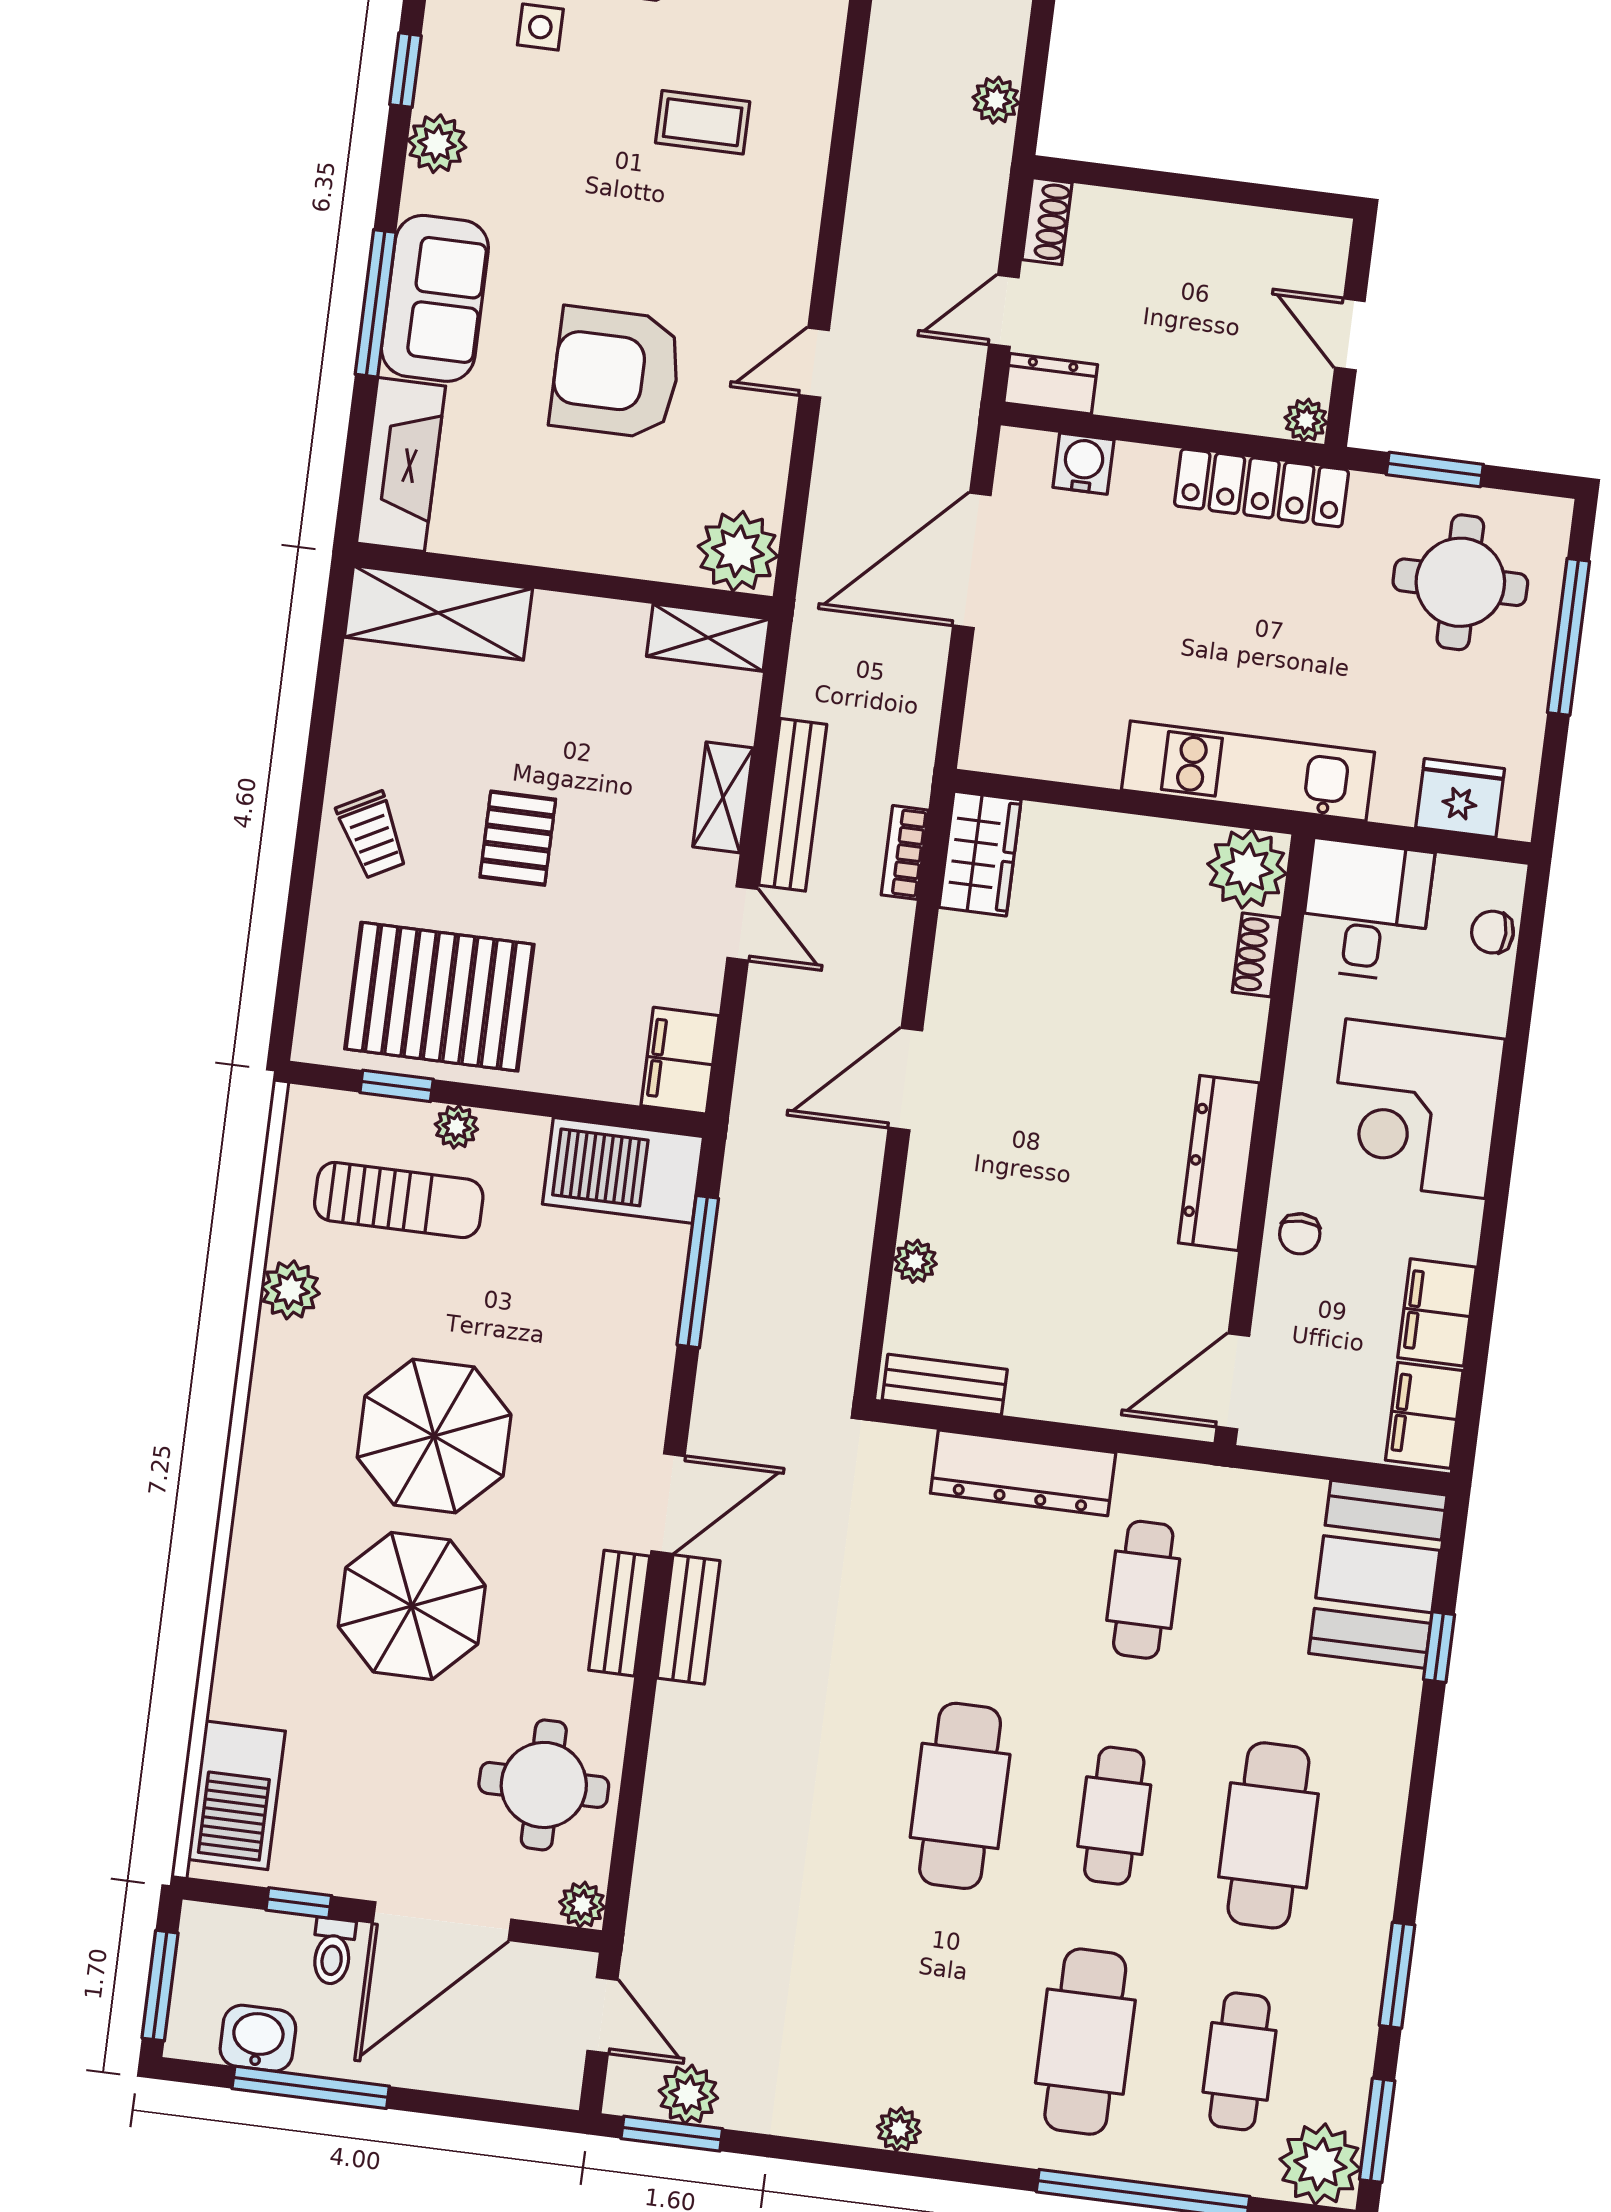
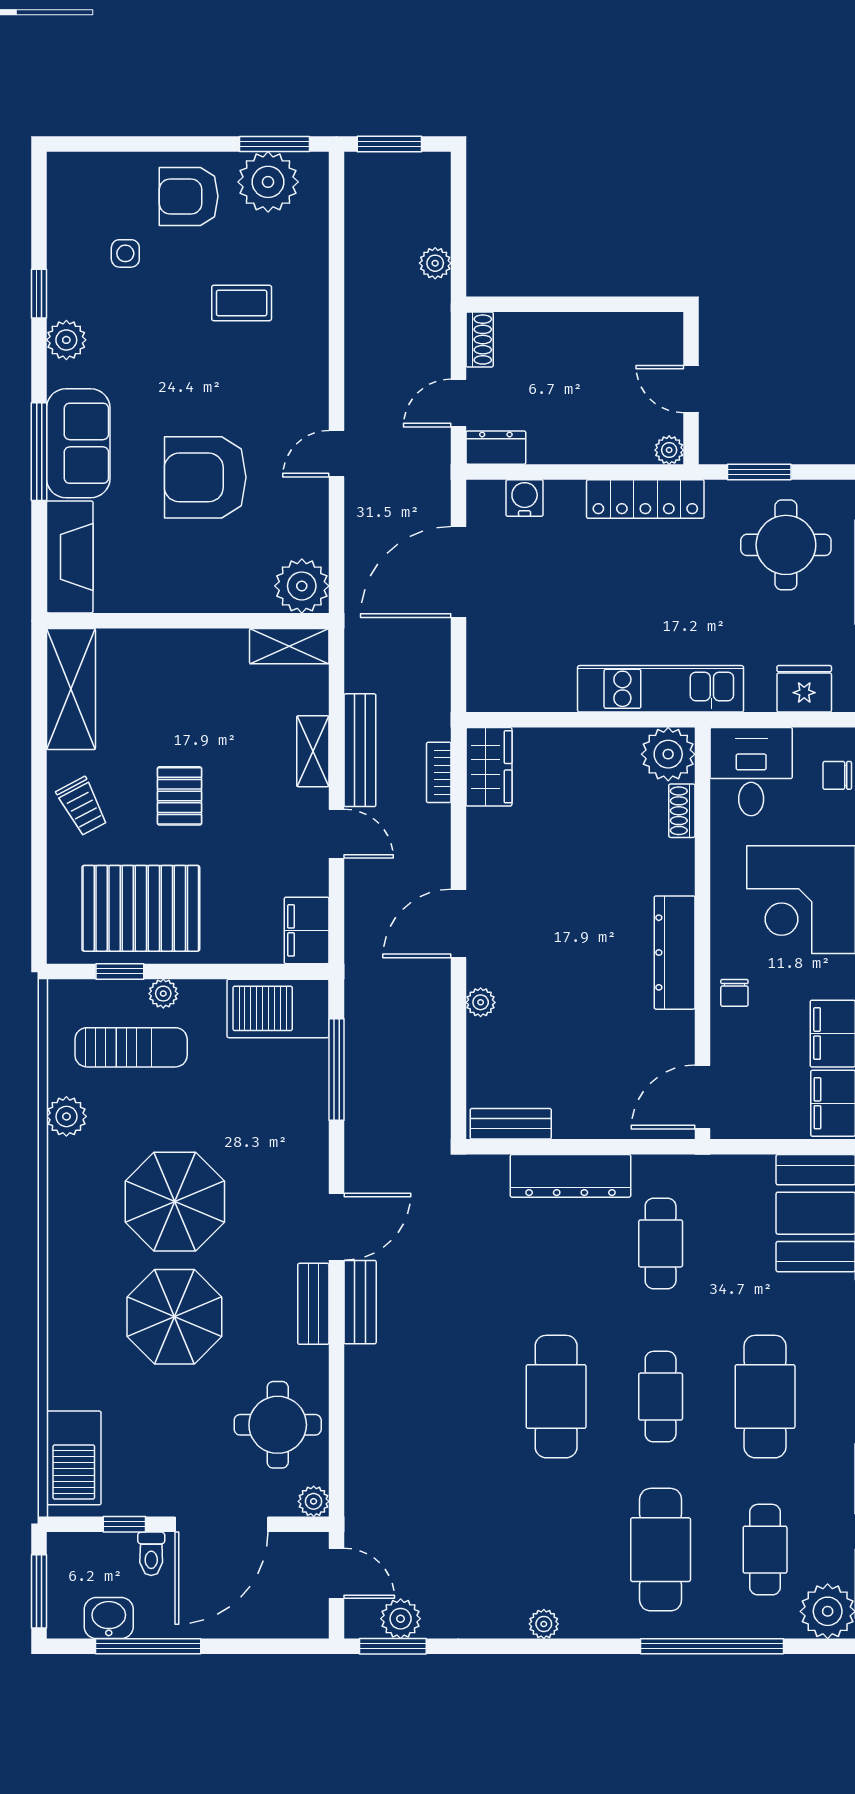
shelving: (438, 613) -> (71, 689), moved, turned 90
plant: (915, 1261) -> (481, 1002), moved

